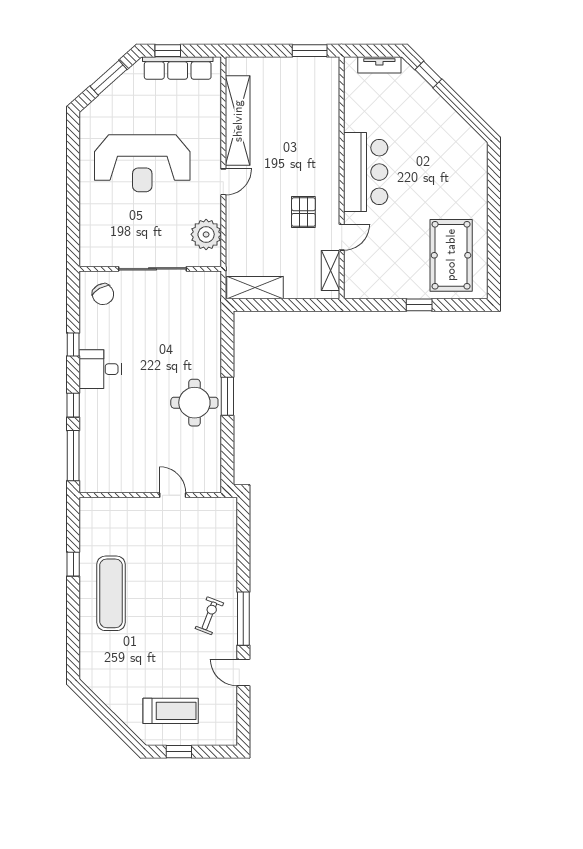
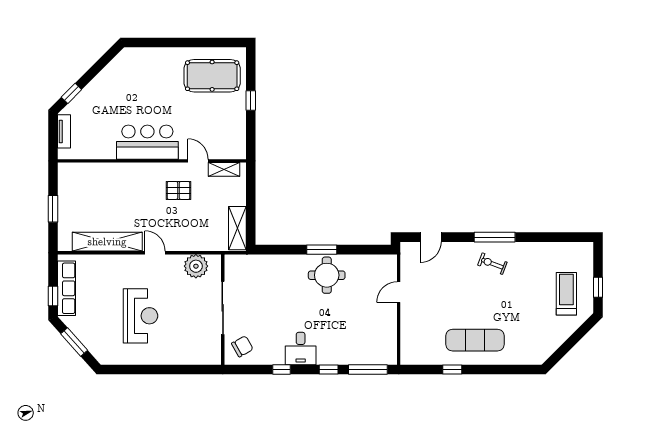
window: (310, 51) -> (53, 209), moved
reception desk: (142, 163) -> (140, 316), width x0.74, depth x0.77
door: (243, 672) -> (431, 237), moved

